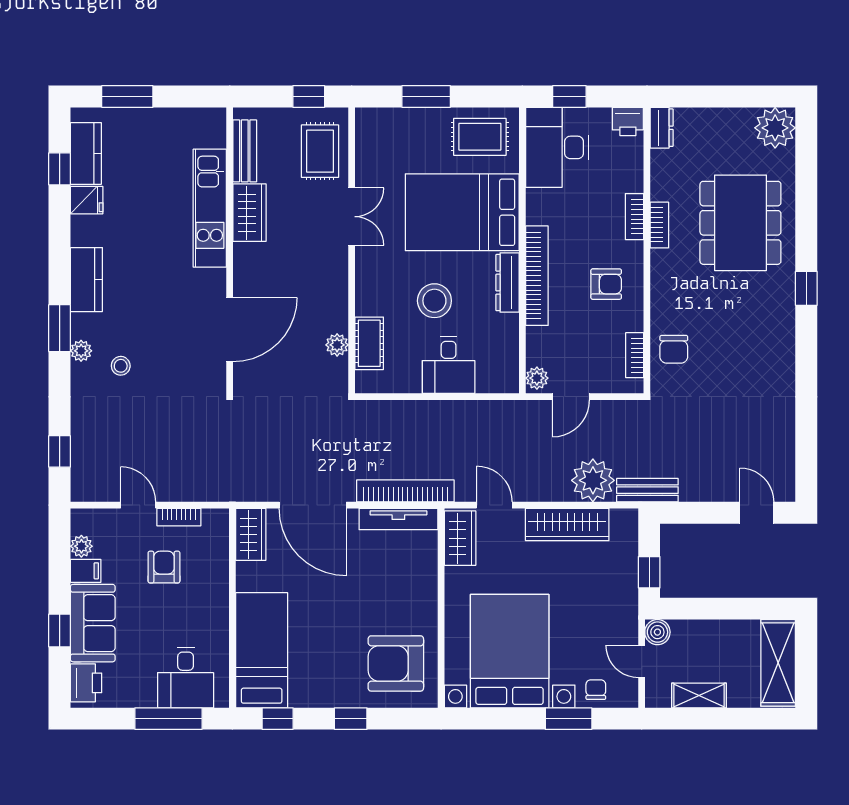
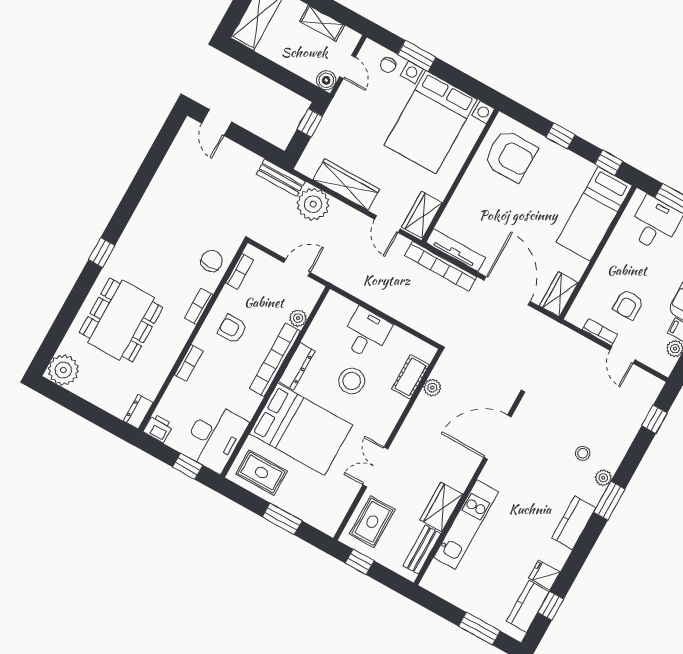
bookcase: (659, 225) -> (199, 306), moved
plant: (537, 378) -> (298, 318), moved

